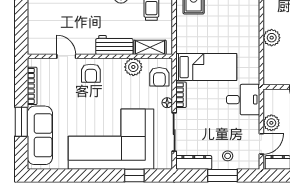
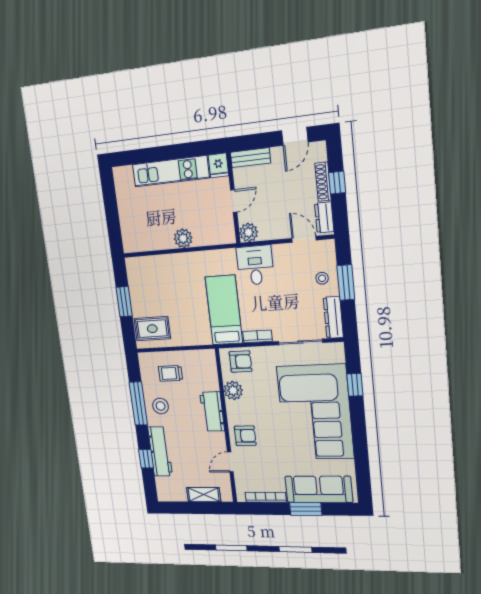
shelving: (150, 47) -> (204, 495), moved, turned 90
floor lamp: (167, 103) -> (268, 352), removed
plant: (271, 123) -> (249, 232), moved

